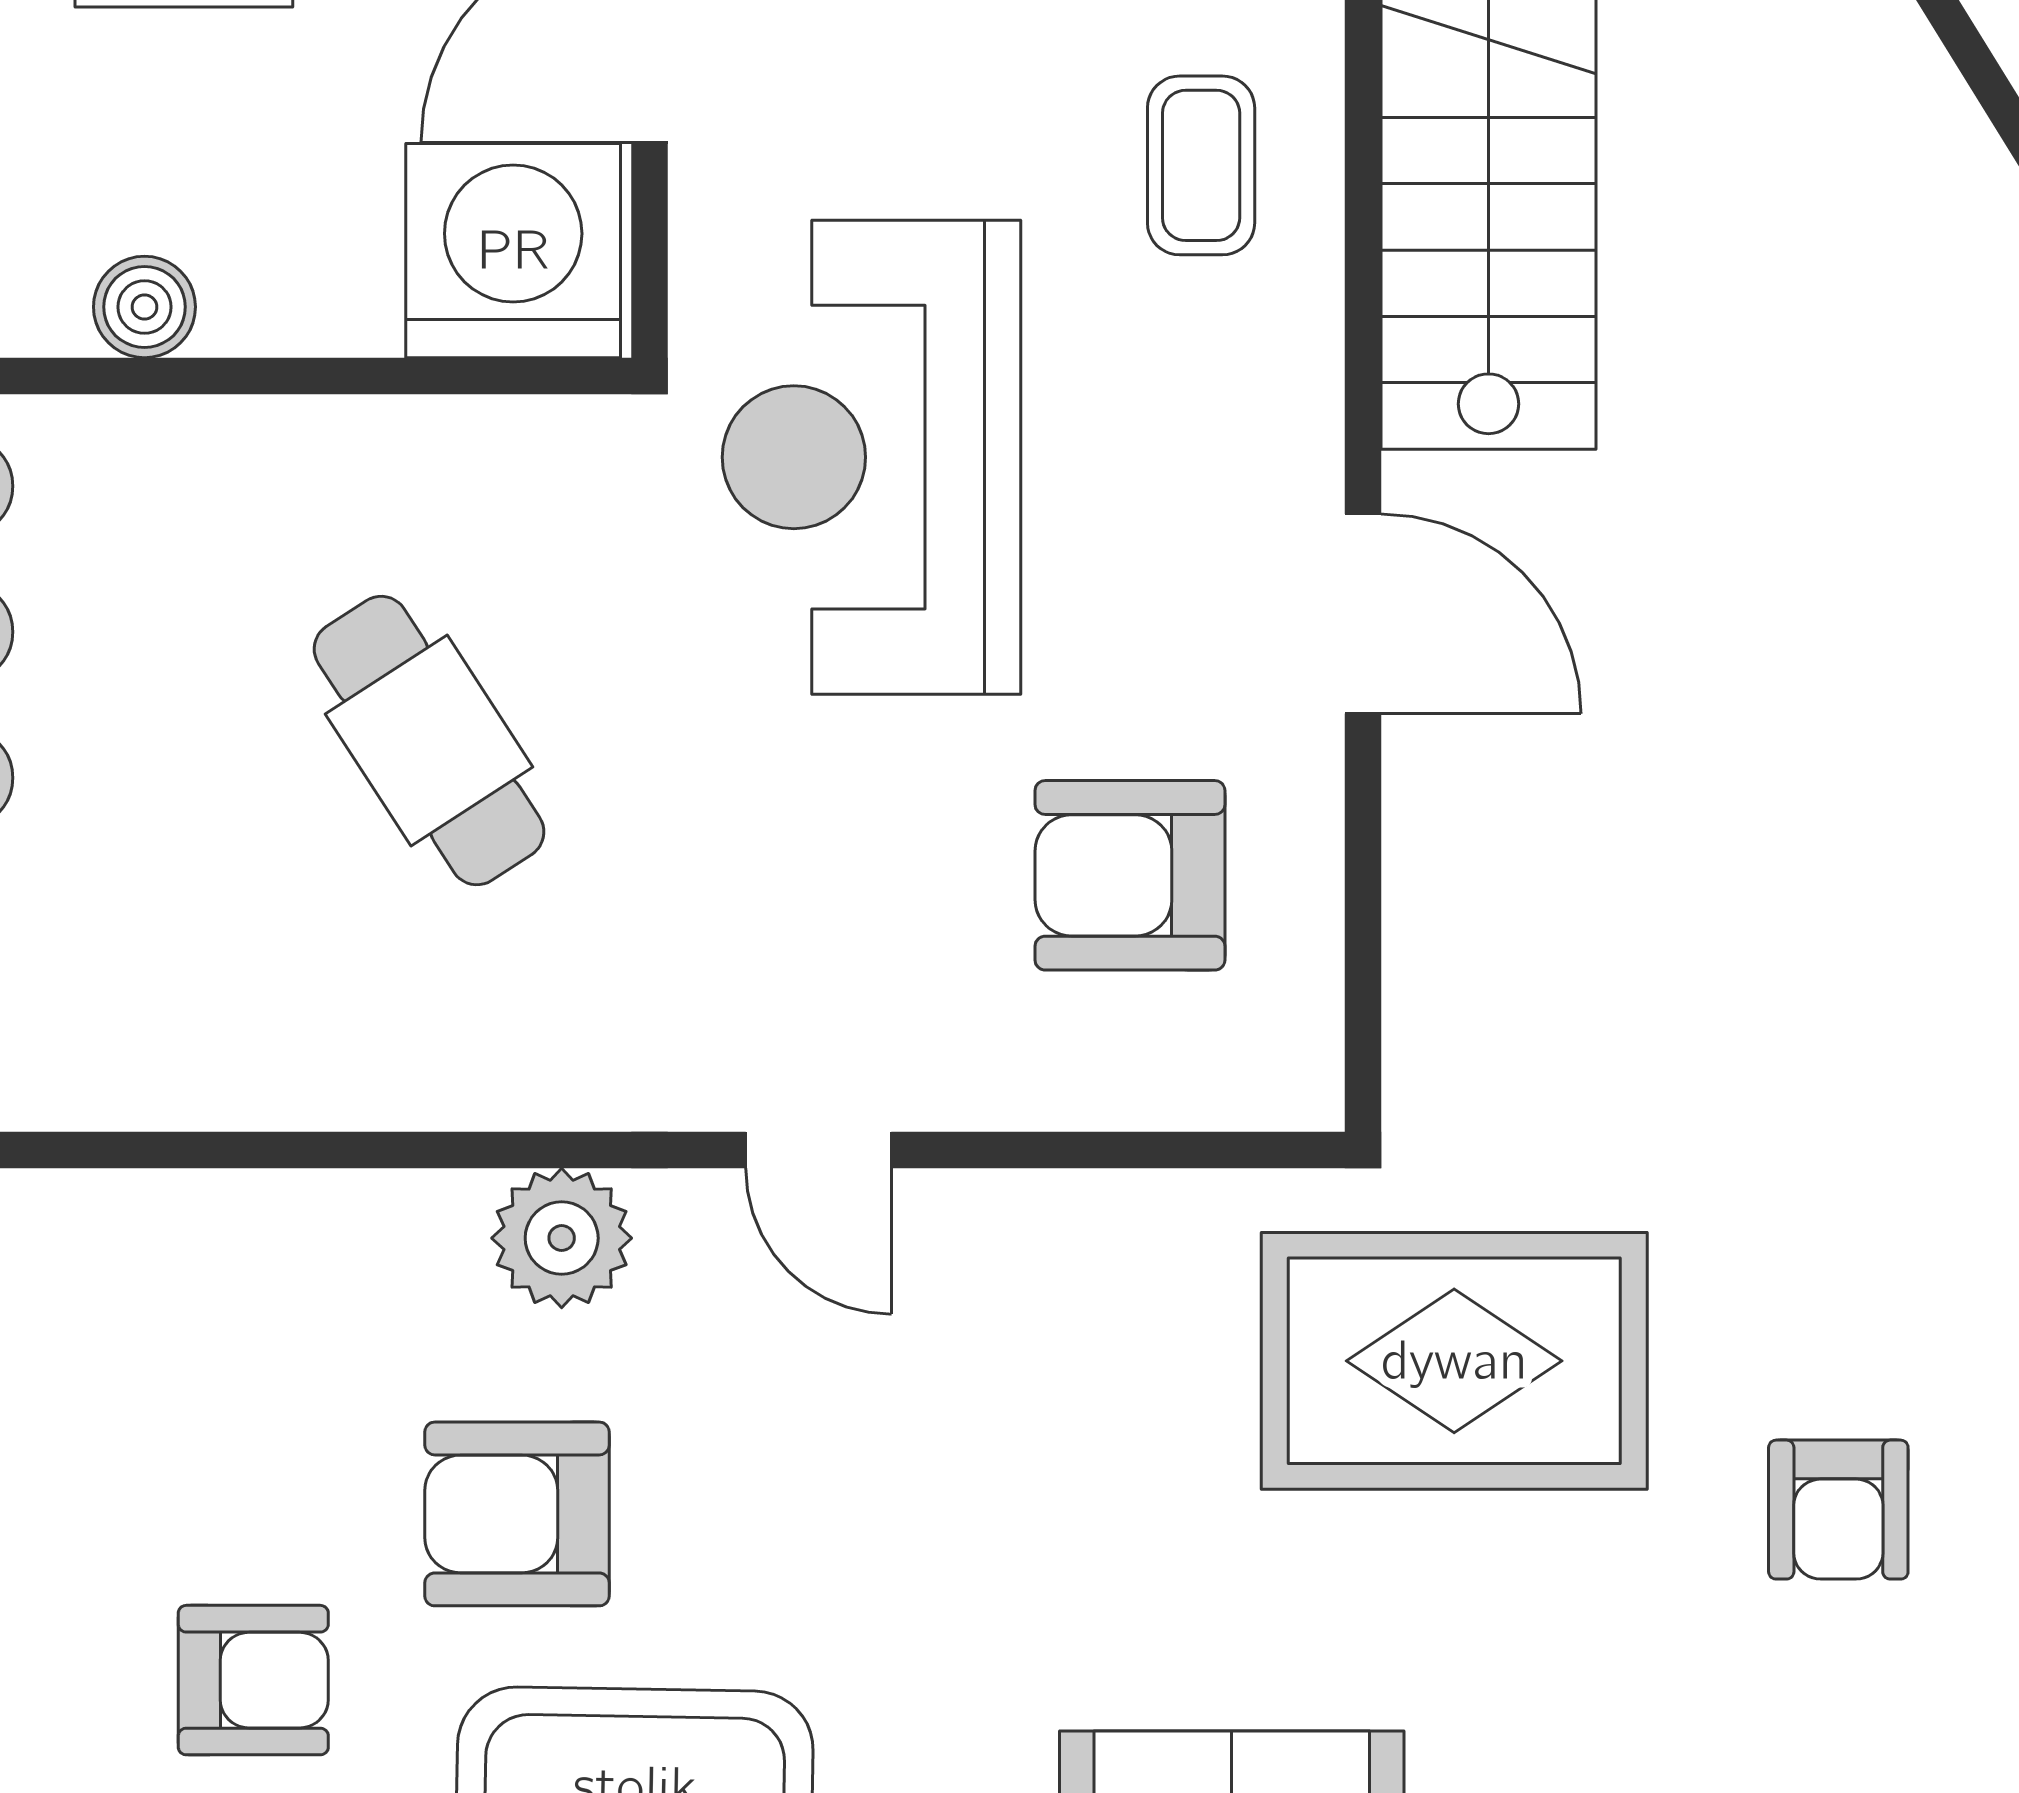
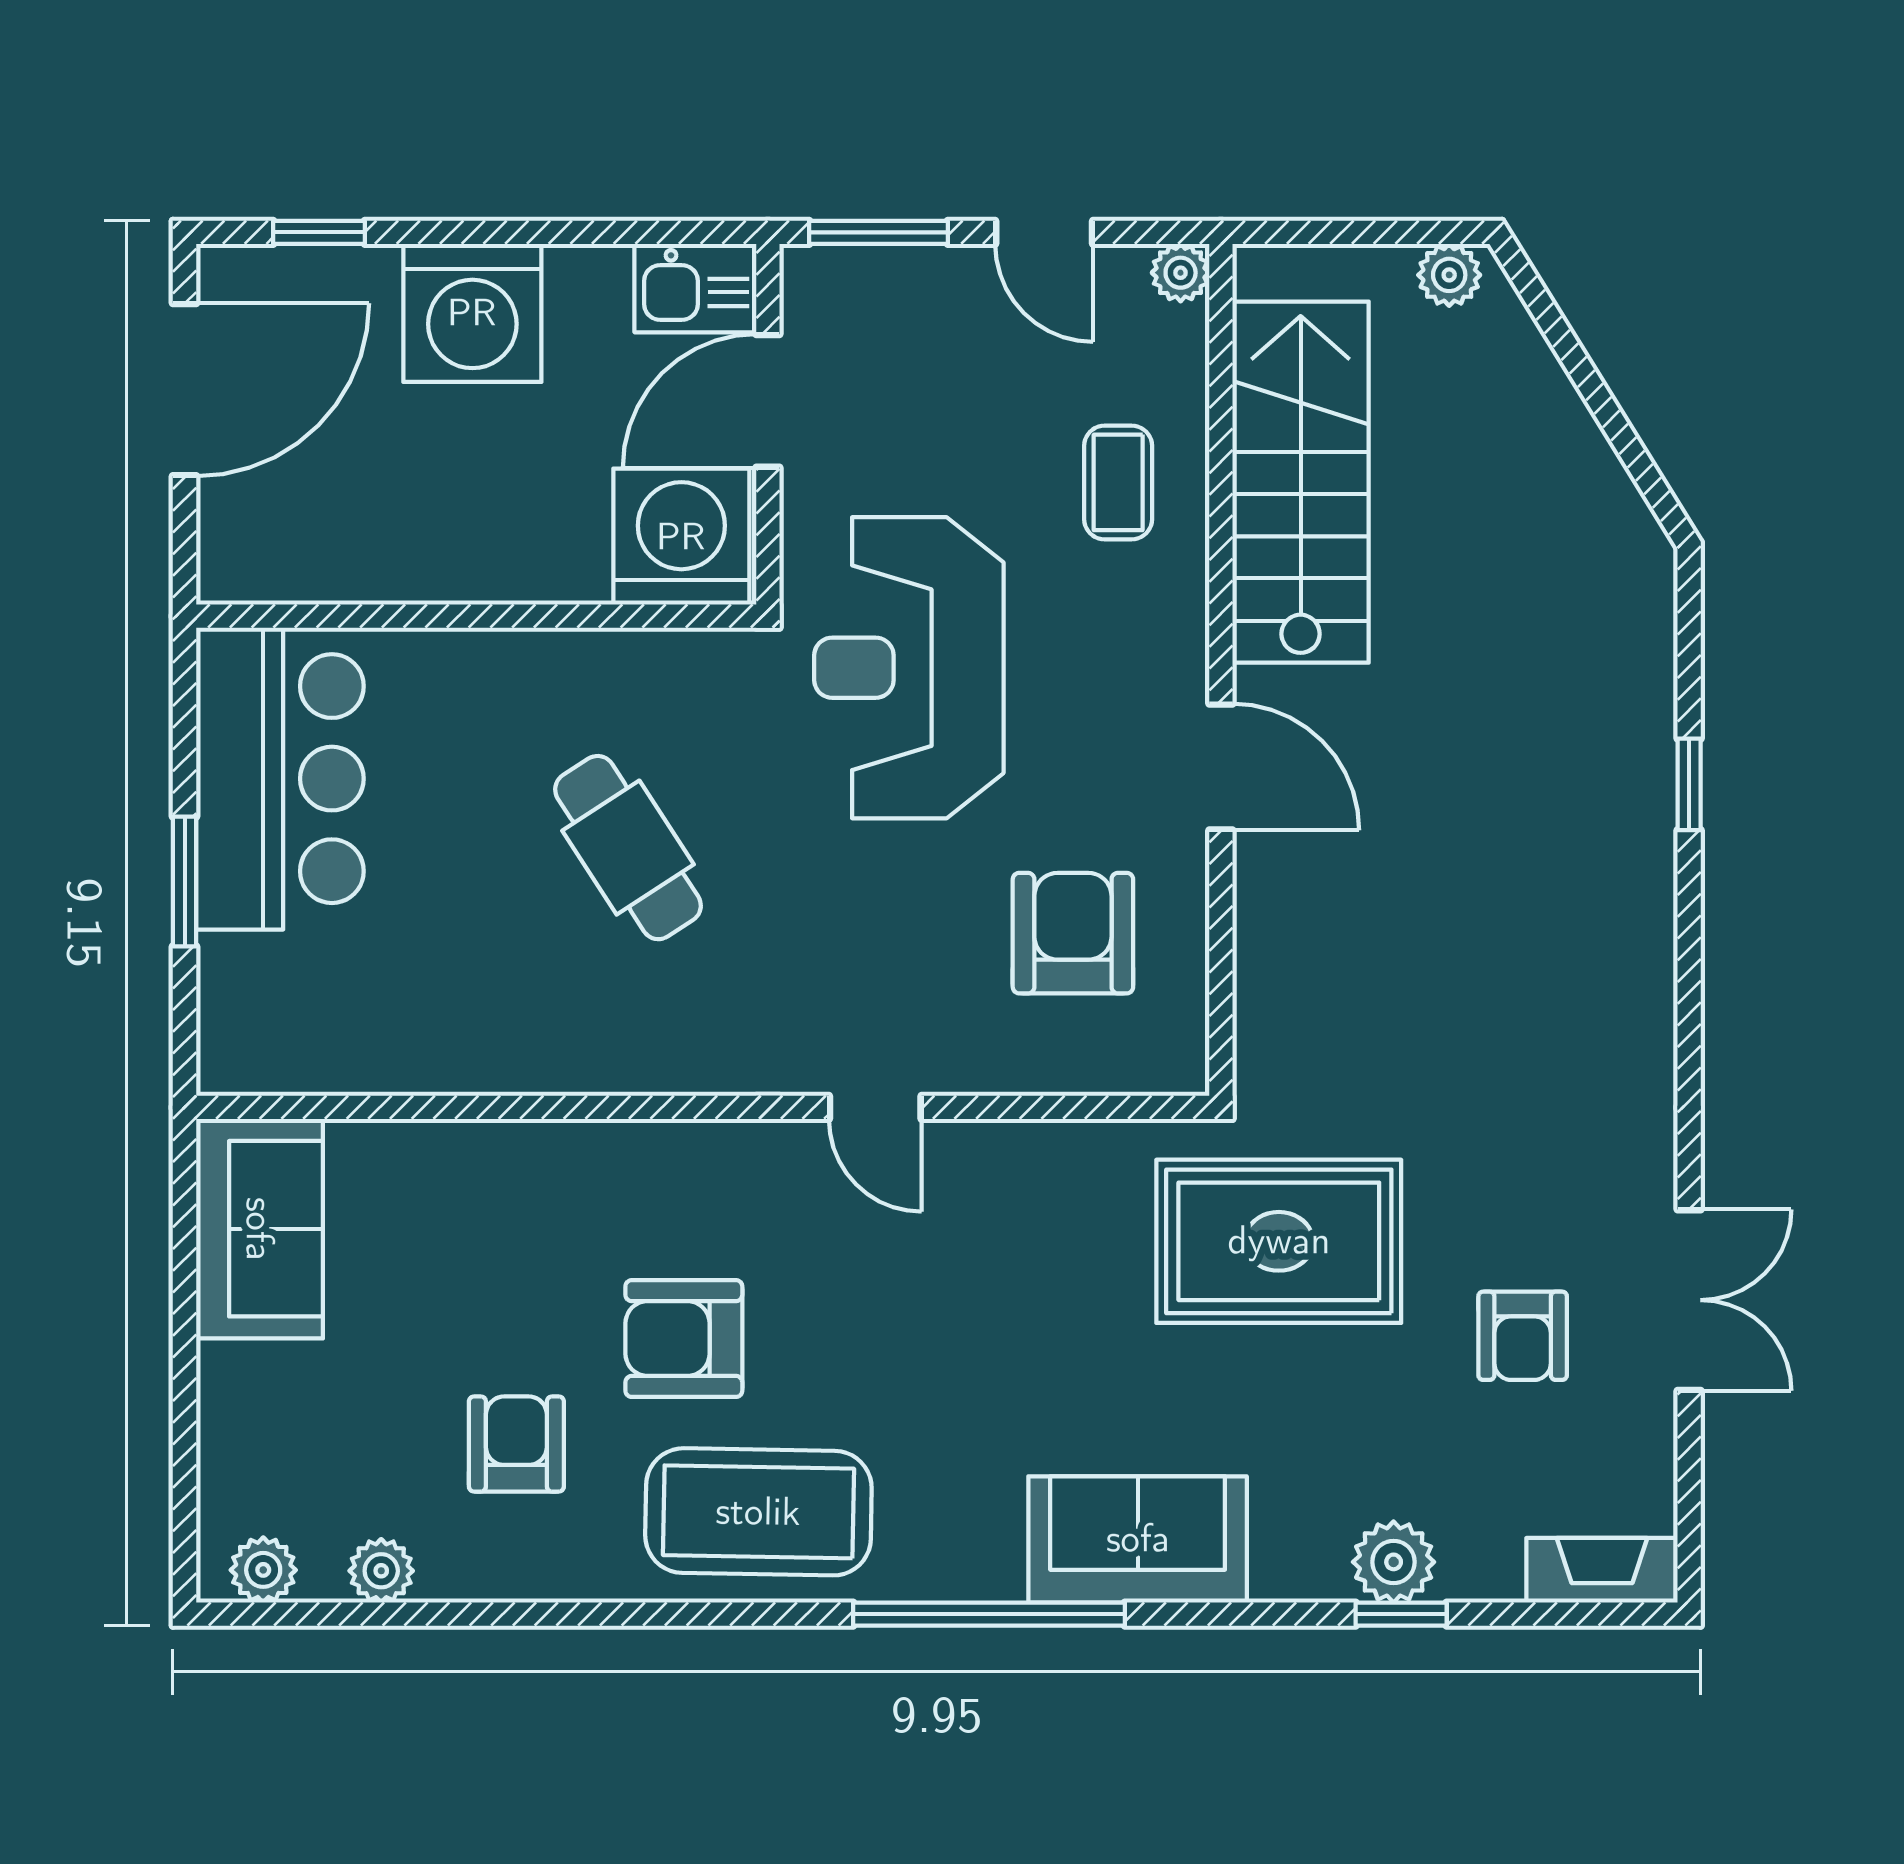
boiler: (144, 307) -> (447, 572), removed
armchair: (1130, 875) -> (1073, 933), turned 90
plant: (562, 1238) -> (712, 1163), removed
armchair: (253, 1680) -> (516, 1444), turned -90

